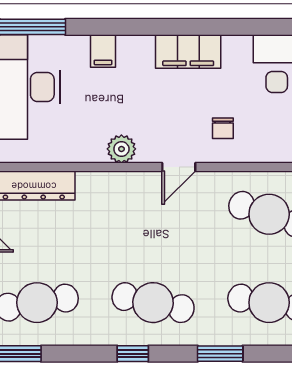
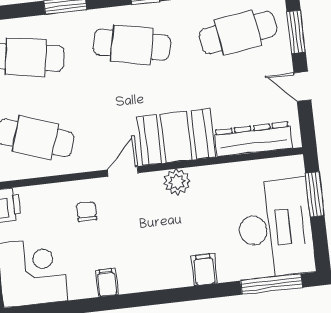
filing cabinet: (188, 51) -> (107, 283), width x0.33, depth x0.86
booth: (117, 198) -> (176, 137), added

